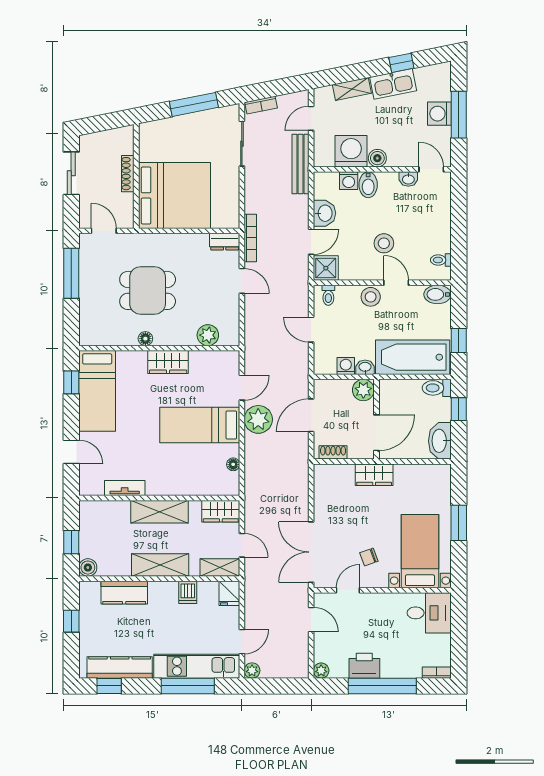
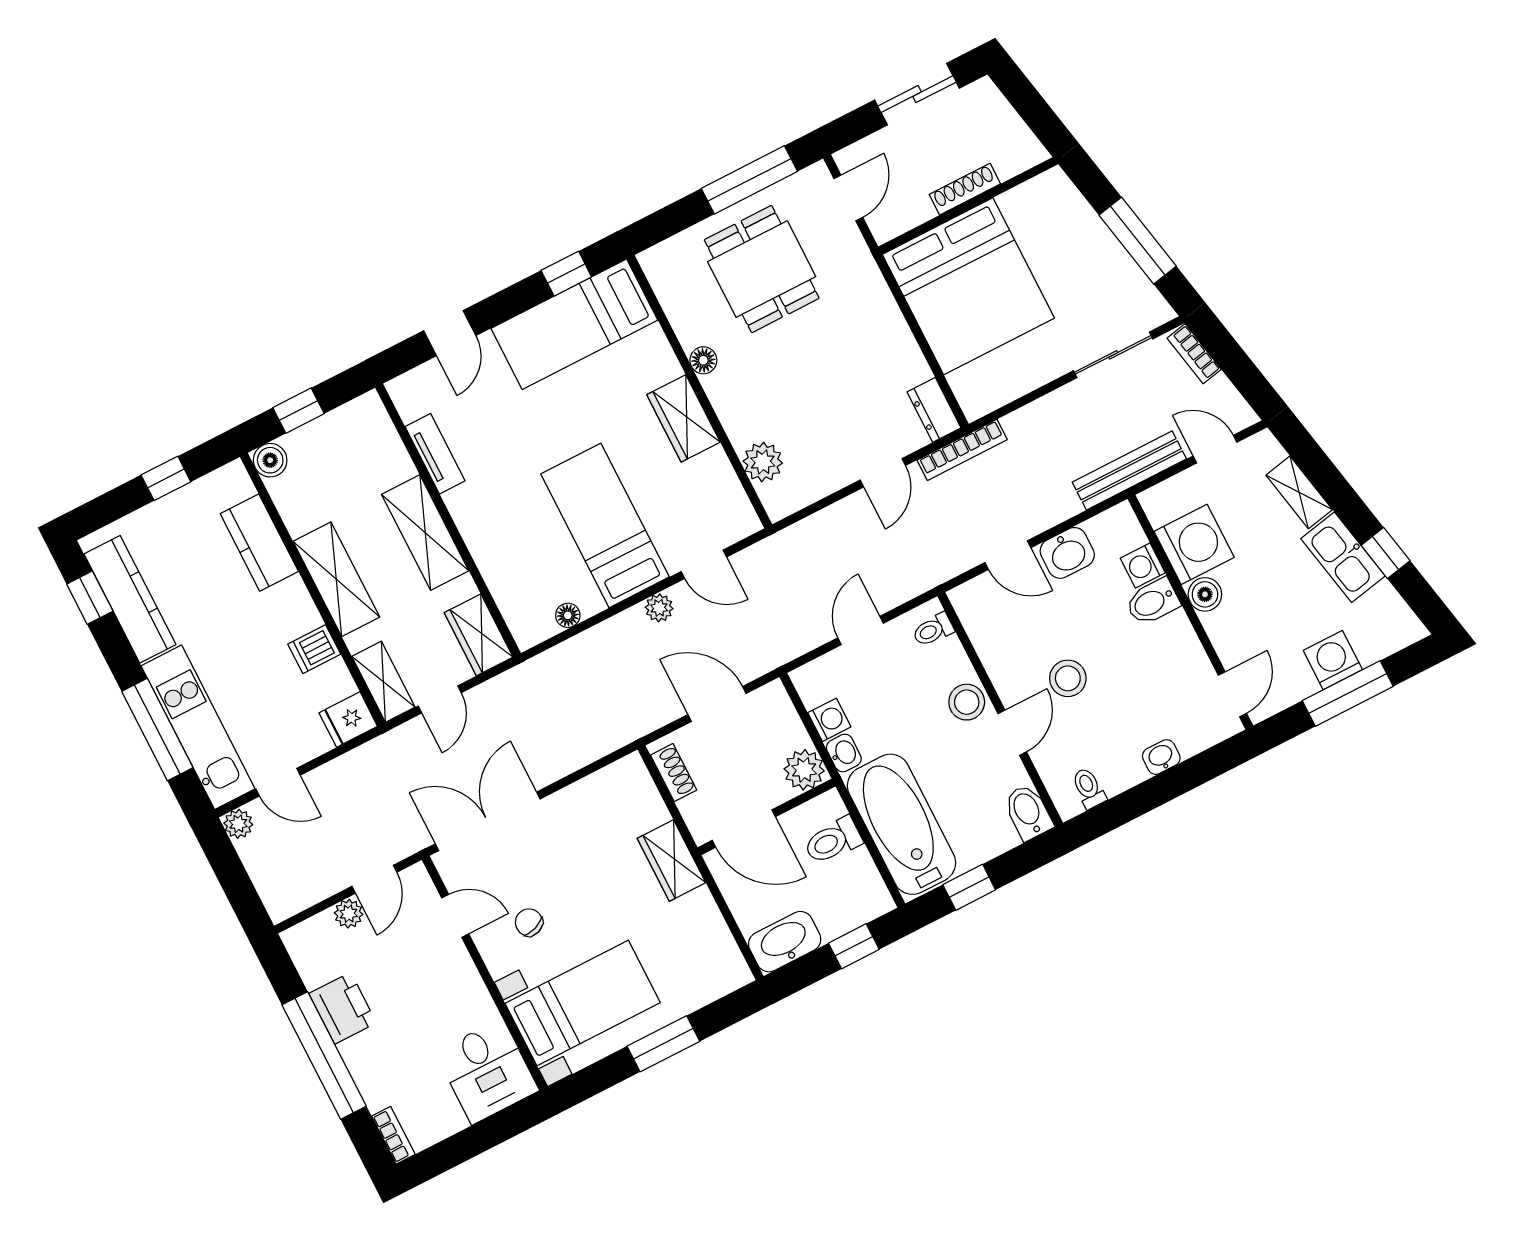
washbasin: (408, 179) -> (1161, 757), moved, turned 90
shower: (326, 268) -> (976, 602), removed
dining table: (148, 290) -> (762, 269), moved
toilet: (437, 388) -> (833, 841), moved, turned -90
plant: (258, 419) -> (659, 608), width x0.53, depth x0.53
plant: (321, 671) -> (349, 914), moved

